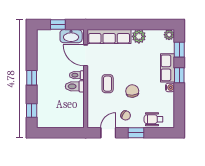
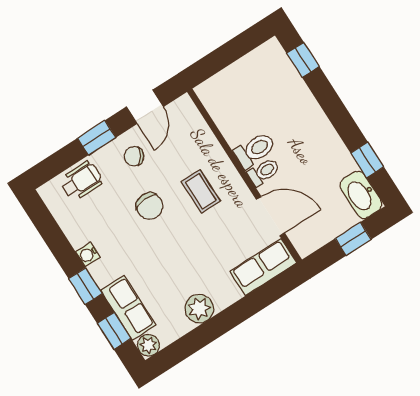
washbasin: (71, 36) -> (361, 195), moved, turned -90
row of seats: (109, 37) -> (263, 267), width x0.68
row of seats: (168, 68) -> (128, 308), moved
window: (32, 78) -> (367, 160), moved

